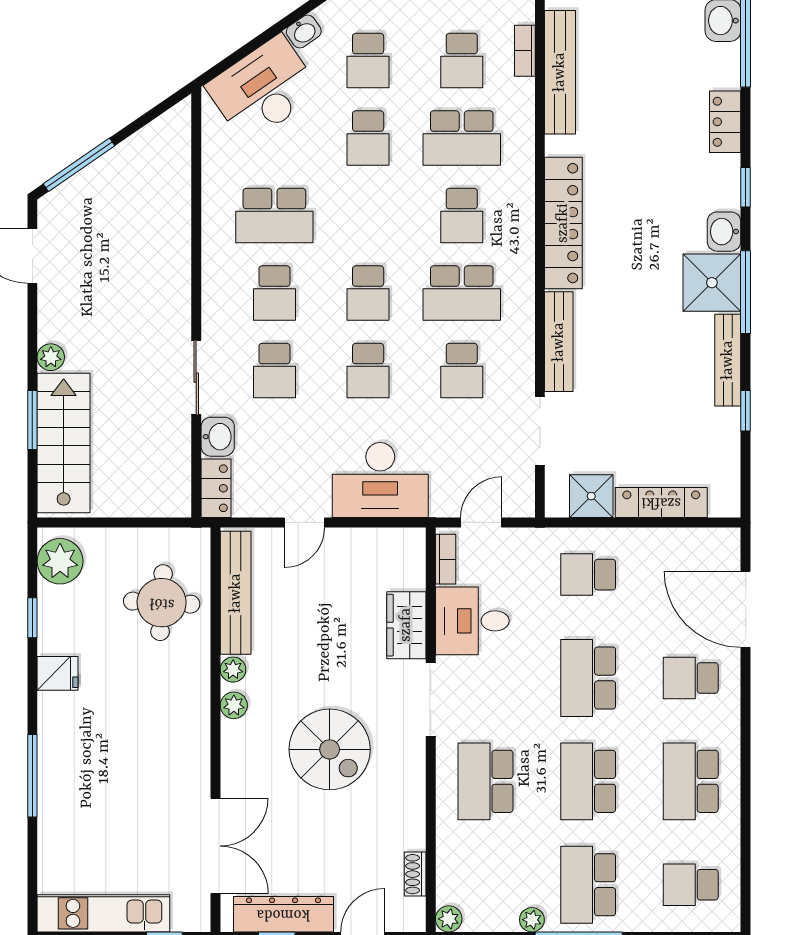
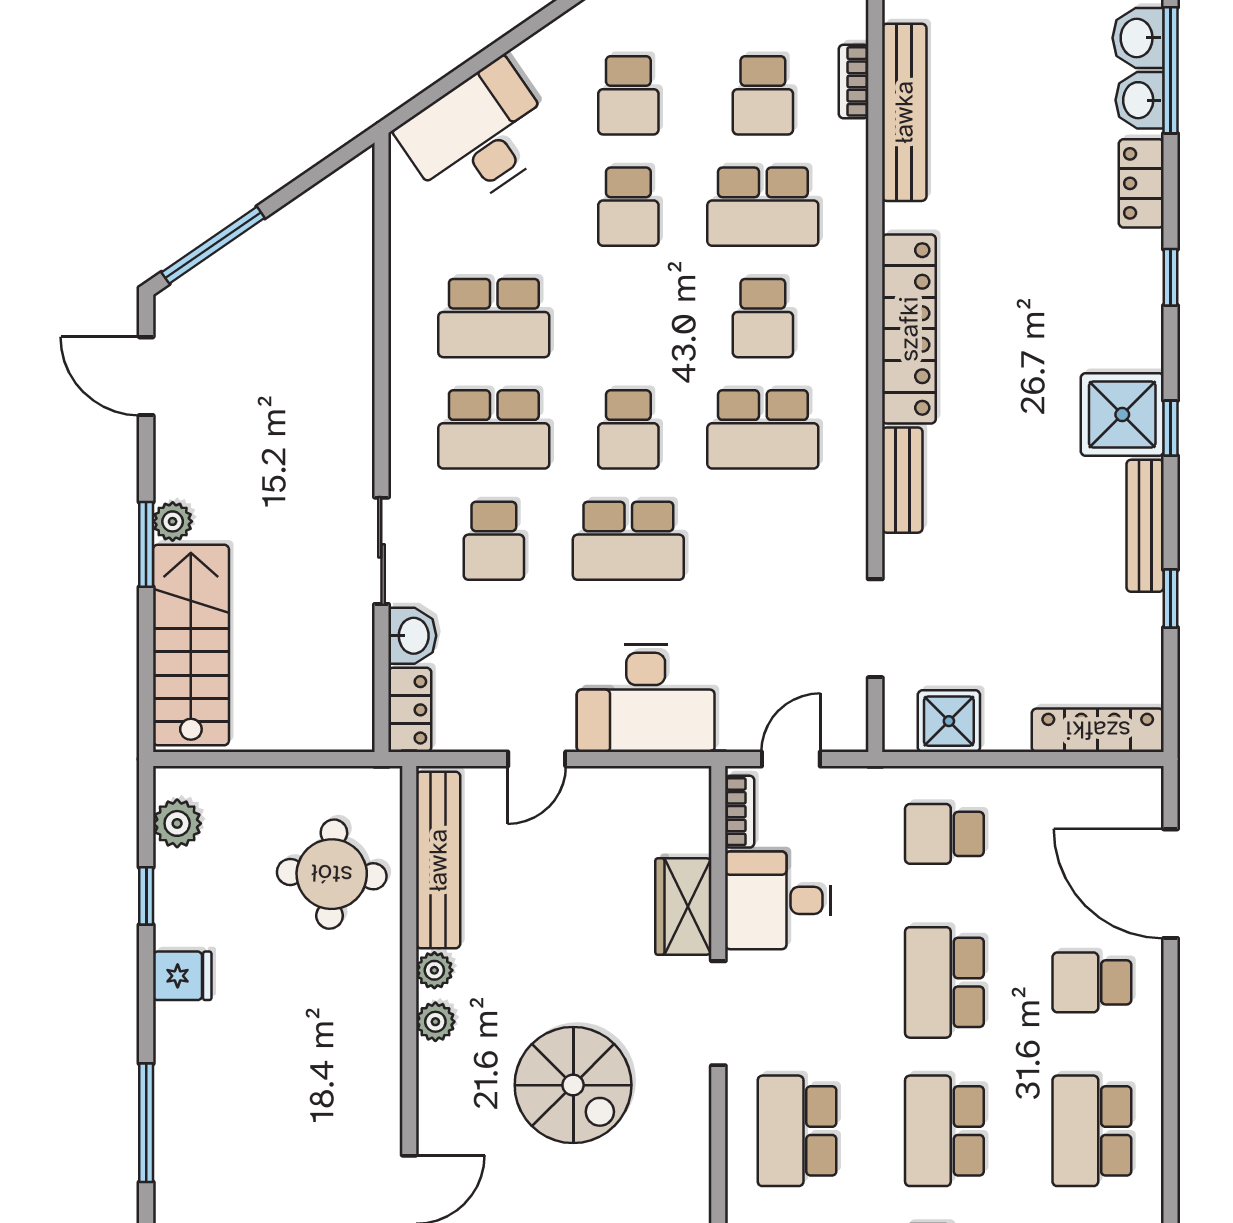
washbasin: (304, 31) -> (536, 54), removed
washbasin: (724, 232) -> (1140, 100), moved
window: (746, 292) -> (1171, 428), width x0.46
school desk: (274, 293) -> (494, 429), width x1.85
bench: (559, 342) -> (902, 480), width x0.73
school desk: (368, 371) -> (628, 541), width x1.85
school desk: (462, 371) -> (763, 541), removed
window: (32, 420) -> (146, 544), moved
locker: (661, 502) -> (1098, 730), moved
plant: (60, 561) -> (177, 823), width x0.73, depth x0.73

